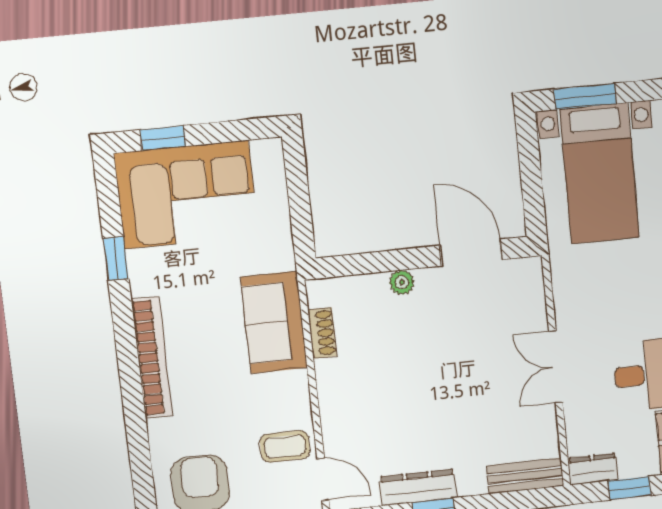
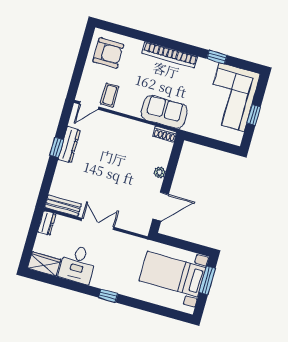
window: (163, 138) -> (254, 115), moved
shoe rack: (322, 333) -> (165, 134), moved
bench: (525, 476) -> (63, 206), moved, turned 90
window: (630, 488) -> (32, 236), removed

